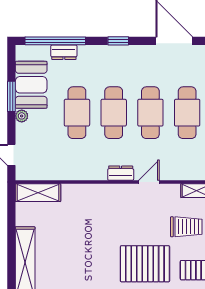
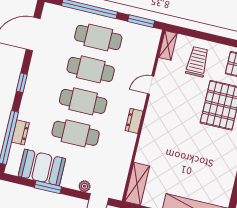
plant: (22, 116) -> (85, 186), moved
dresser: (121, 173) -> (134, 121), moved
door: (149, 182) -> (151, 85), hinge flipped

